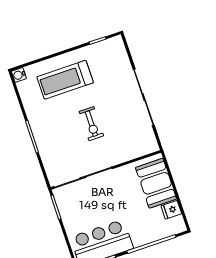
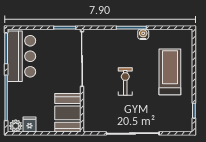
water cooler: (19, 75) -> (143, 34), moved
exercise bike: (91, 124) -> (125, 82), turned 90
booth: (156, 183) -> (68, 113), moved, turned 90
plant: (178, 224) -> (16, 126), added

